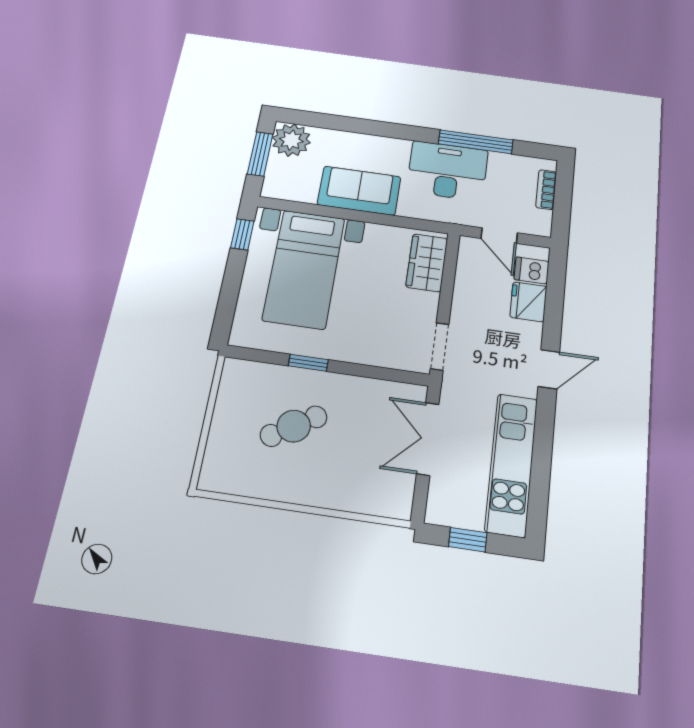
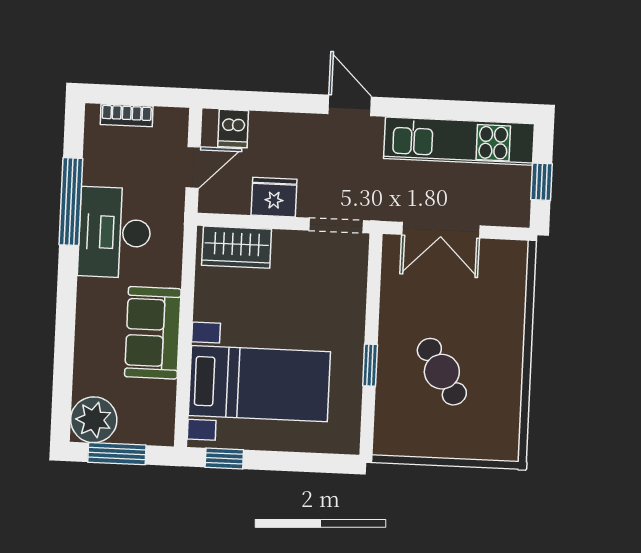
fridge: (528, 302) -> (274, 197), moved, turned 180

